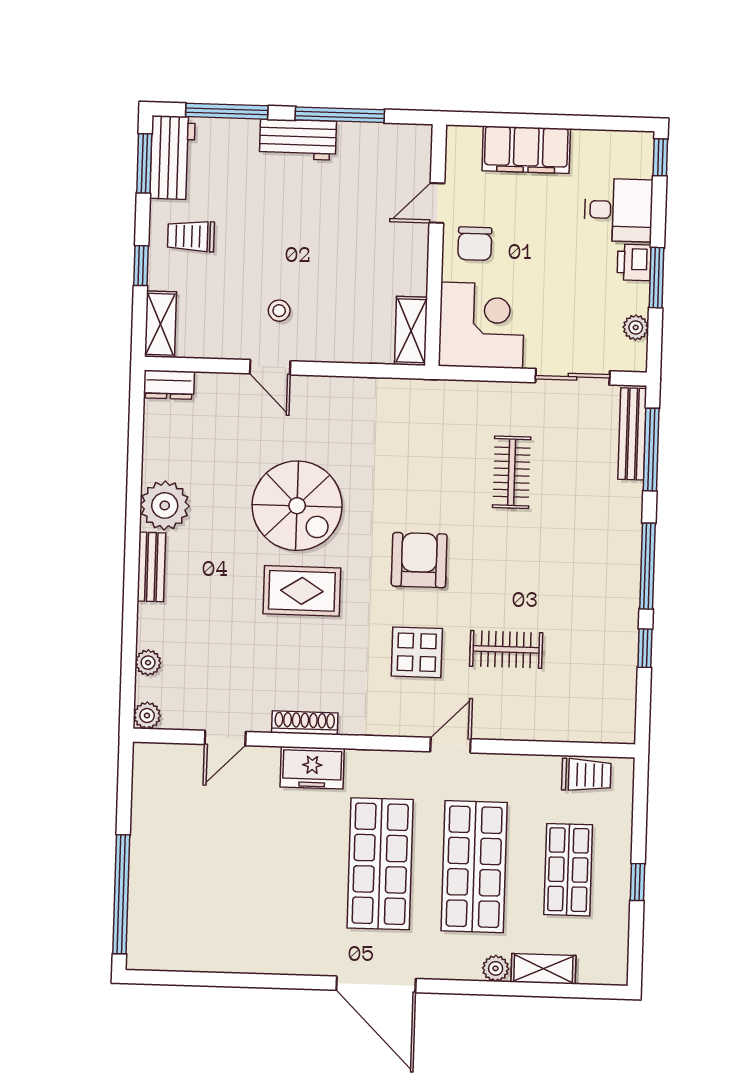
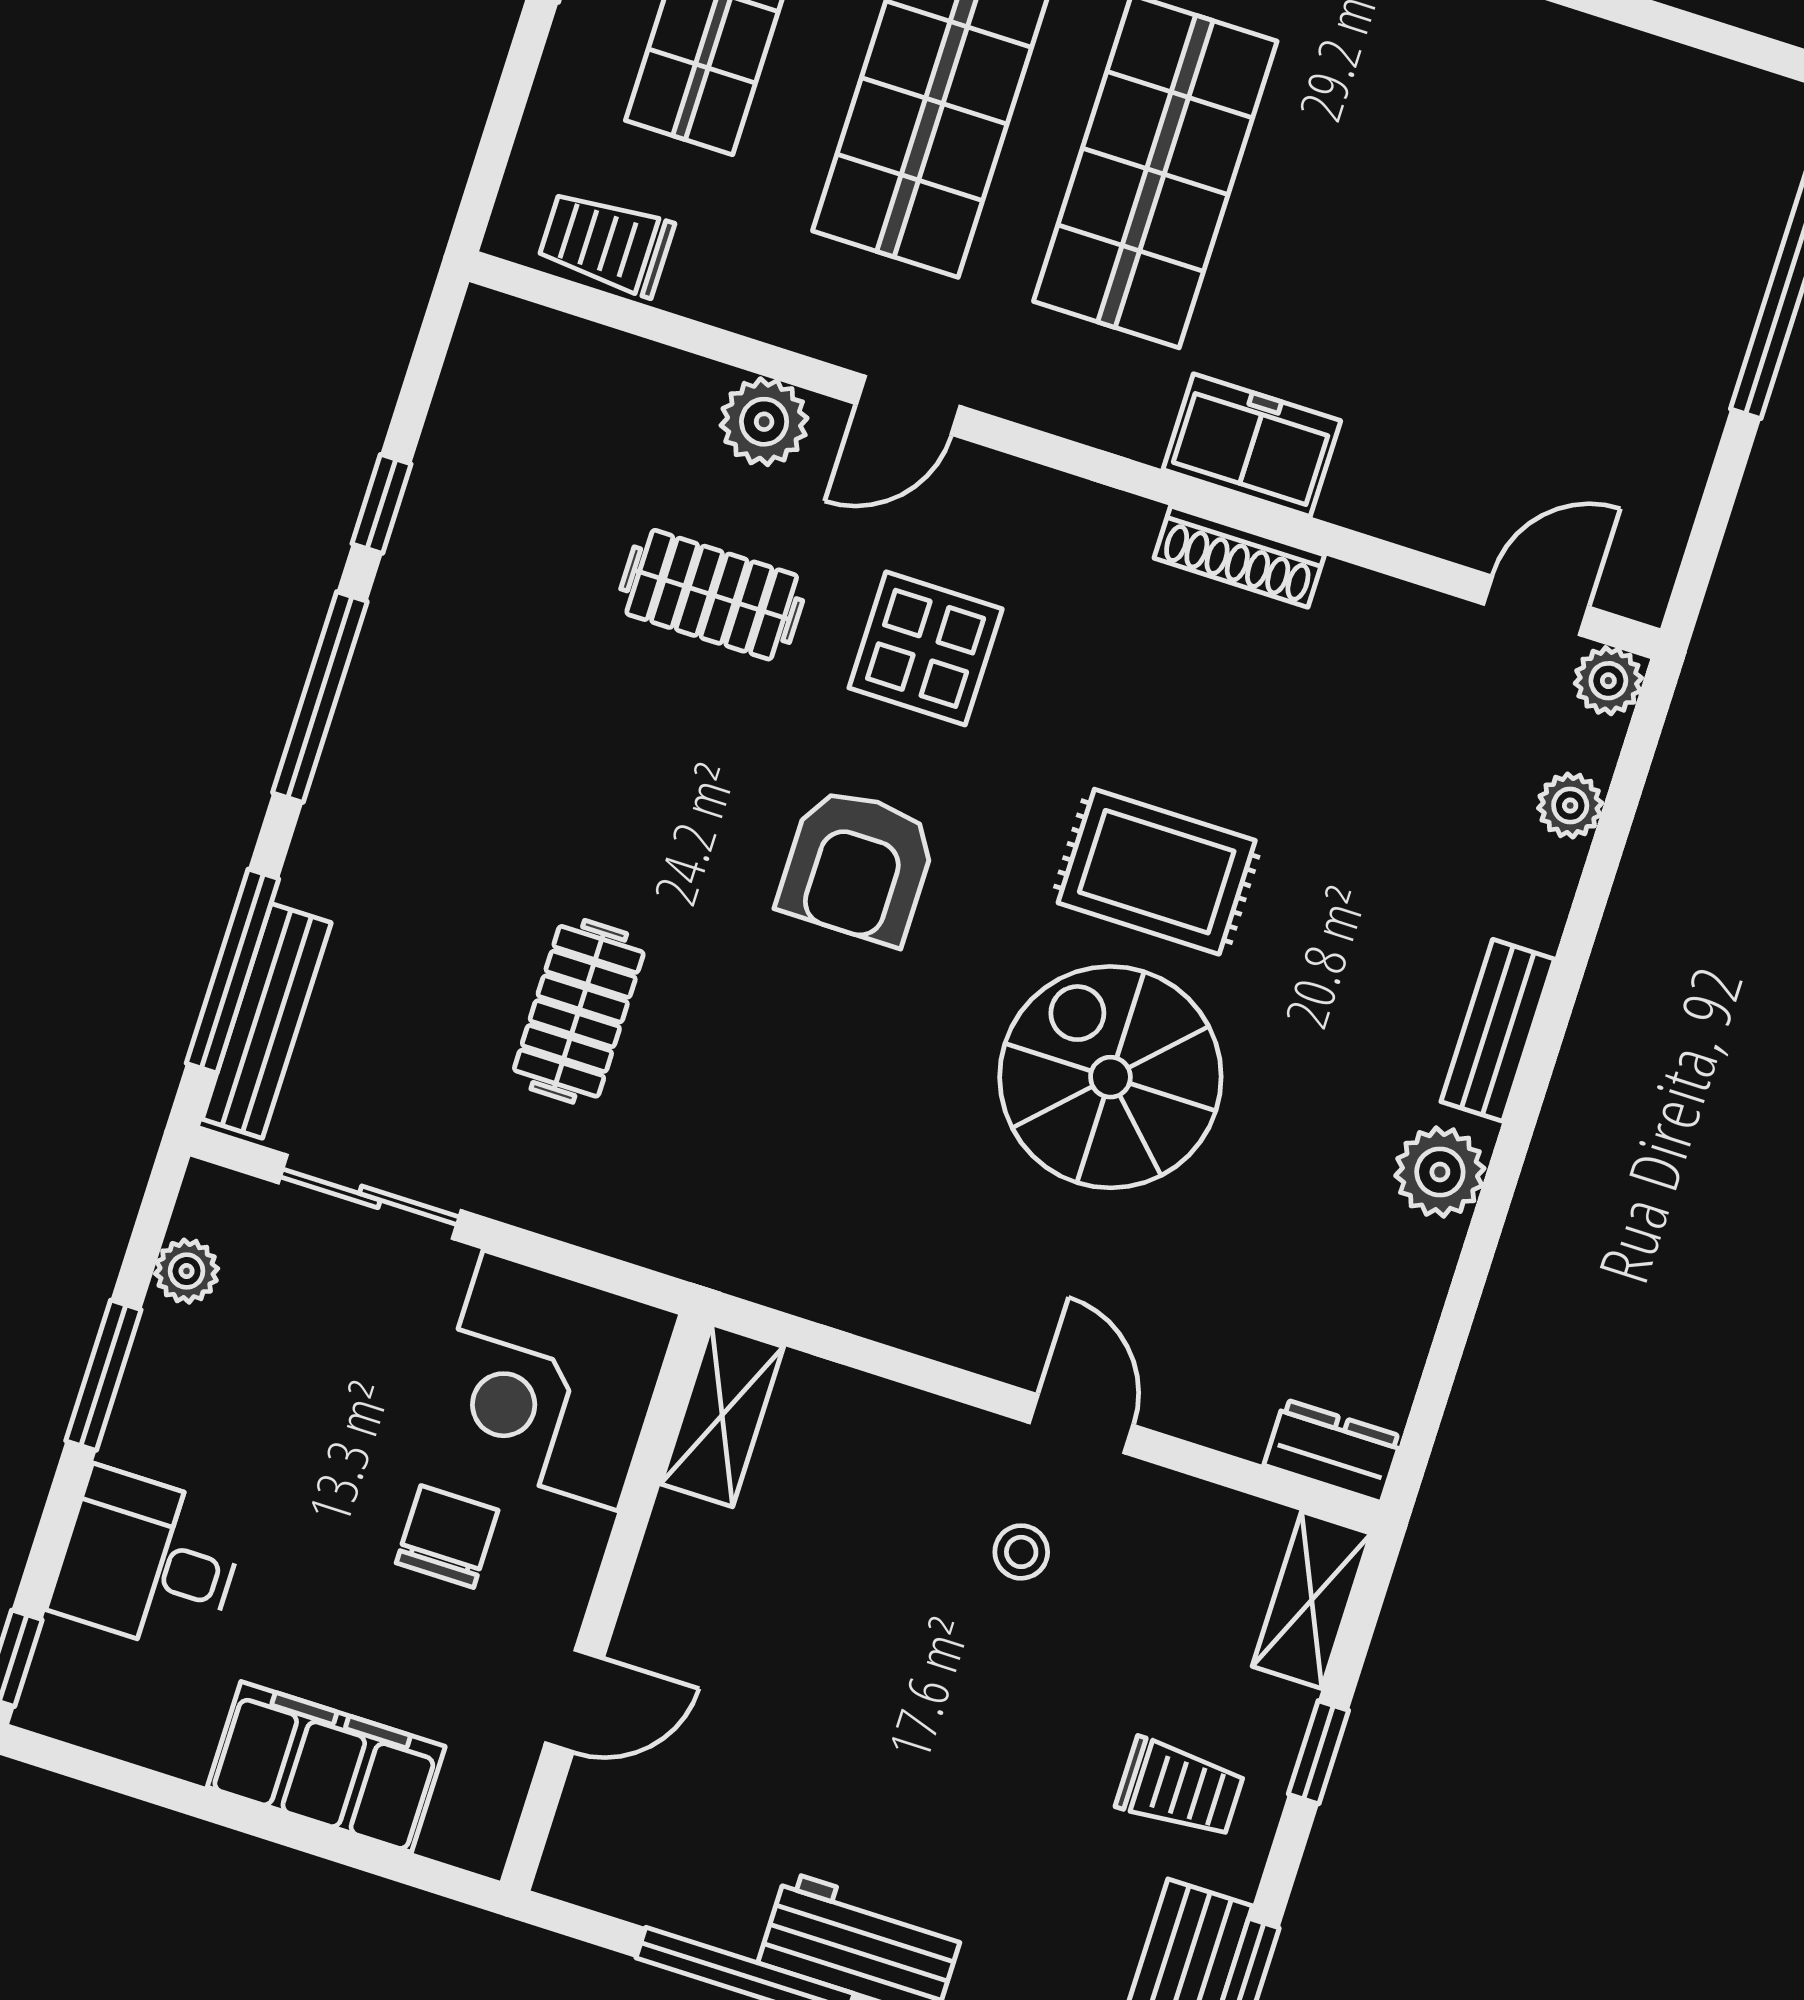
chair: (475, 244) -> (447, 1537), moved
printer: (634, 262) -> (146, 1427), removed
plant: (165, 505) -> (1440, 1172), width x0.73, depth x0.73
plant: (505, 723) -> (764, 422), added
door: (225, 738) -> (1536, 606), moved

